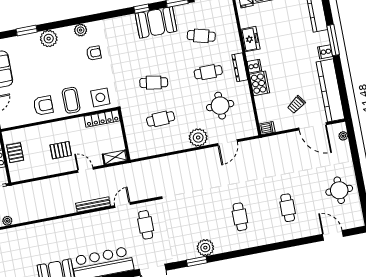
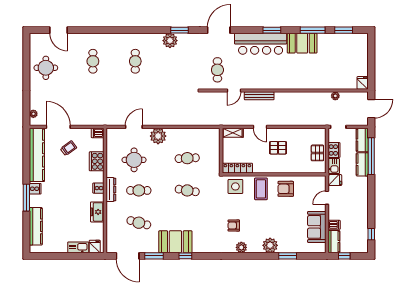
cooker: (260, 83) -> (97, 161), moved

